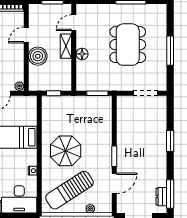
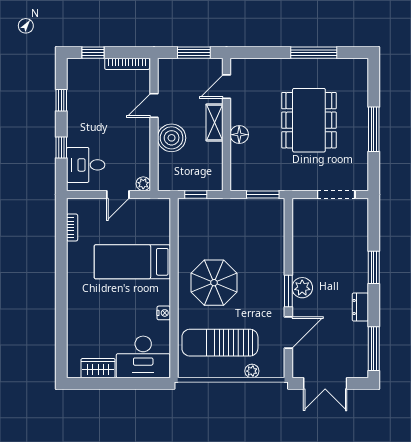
plant: (123, 154) -> (302, 288), added
sun lounger: (69, 190) -> (220, 343), turned 33
dresser: (161, 197) -> (360, 307), moved

